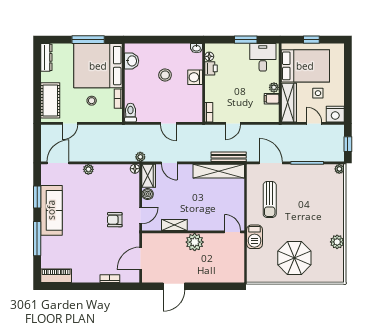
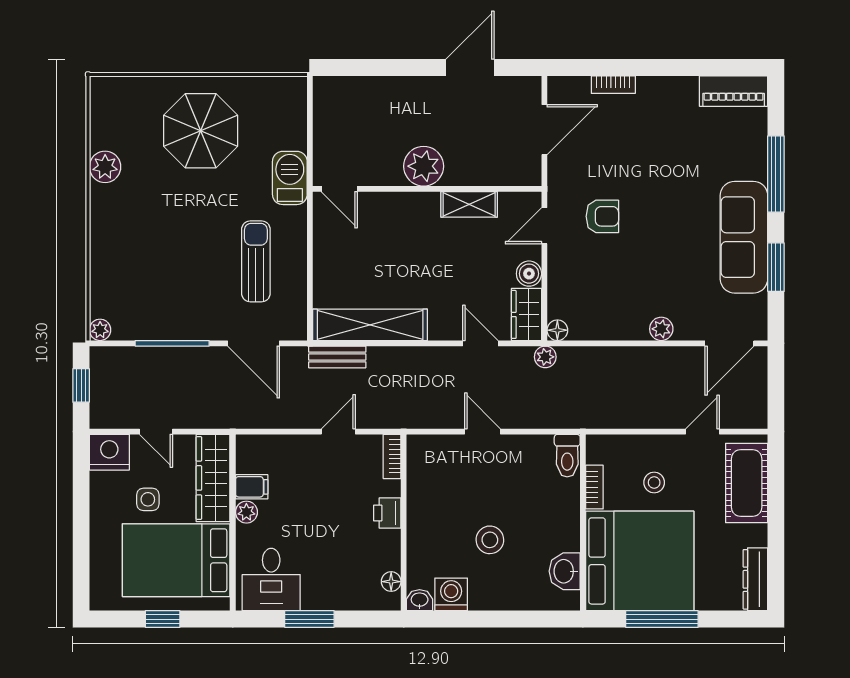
printer: (211, 68) -> (387, 513), moved
washing machine: (195, 77) -> (451, 594), moved, turned -90
bench: (229, 157) -> (337, 357), width x0.73

